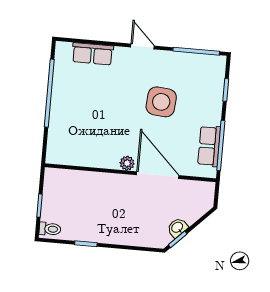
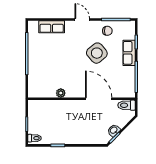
chair: (181, 68) -> (107, 31), added
side table: (161, 102) -> (97, 53), turned 45
row of seats: (209, 146) -> (129, 53), moved
plant: (127, 163) -> (61, 93), moved
toilet: (201, 189) -> (126, 105), added

